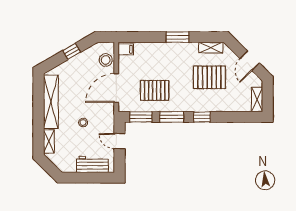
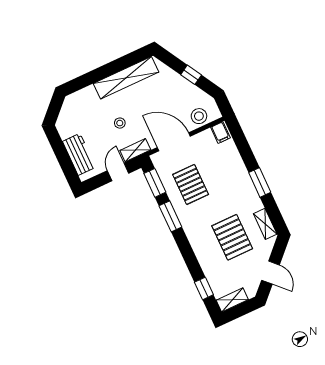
door: (250, 61) -> (270, 273), swing flipped
window: (202, 117) -> (204, 288), moved
shelving: (49, 141) -> (135, 150), moved

